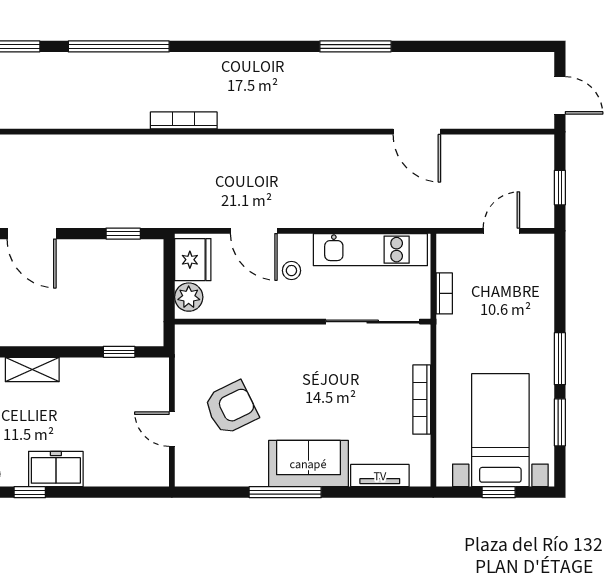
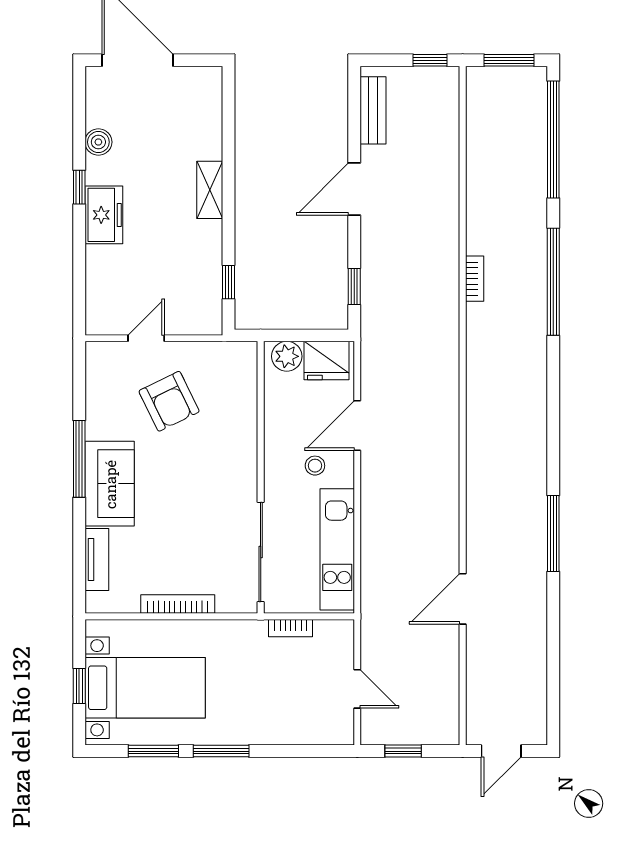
bookcase: (184, 120) -> (475, 279), moved, width x0.64

